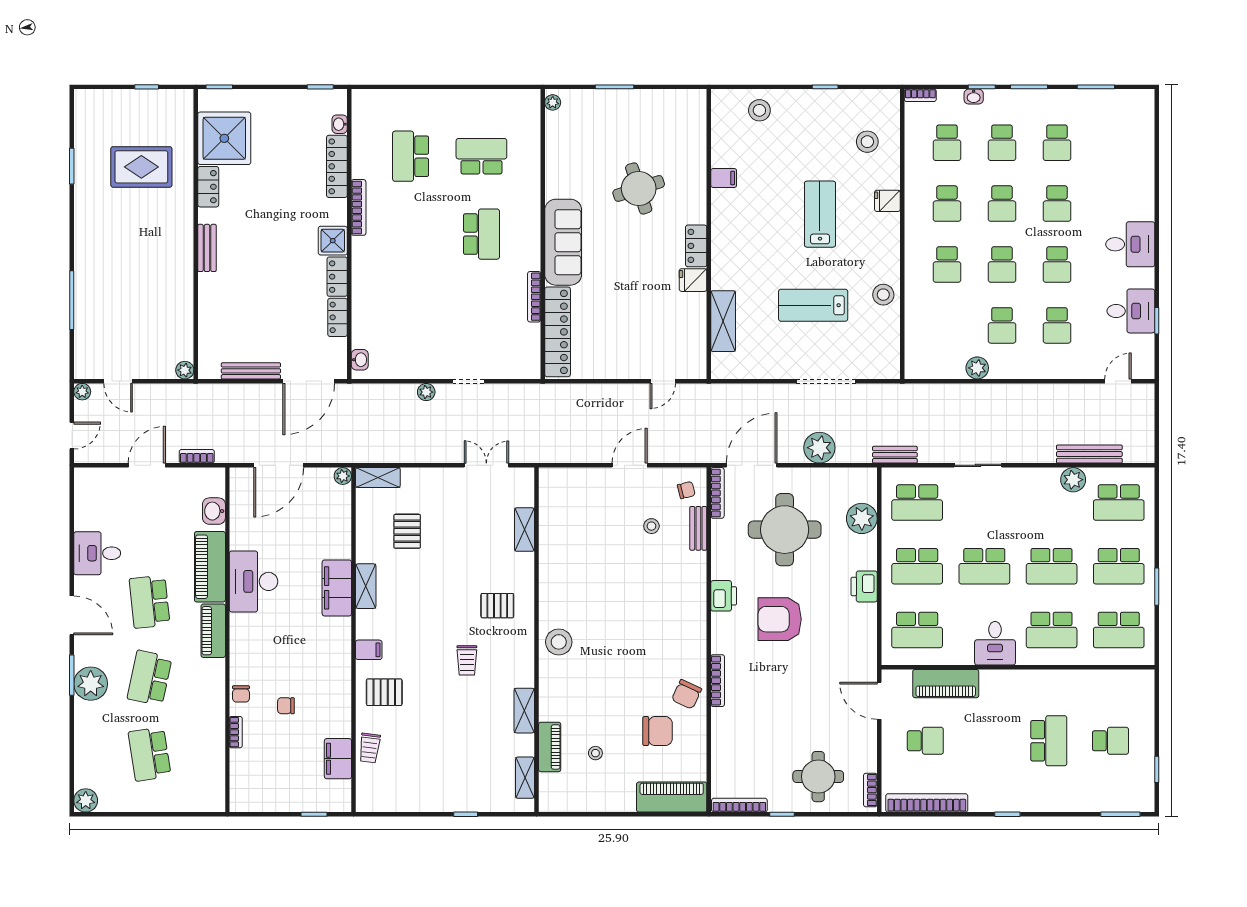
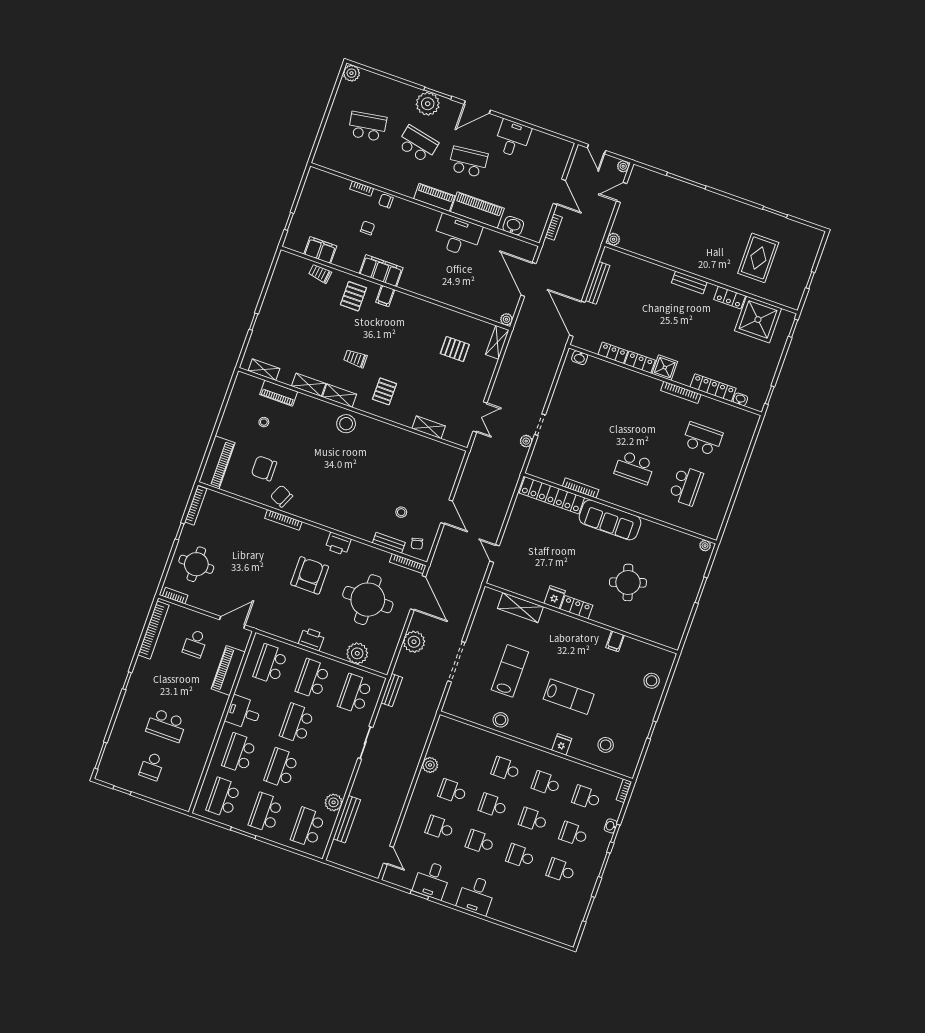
plant: (426, 392) -> (526, 441), moved
shelving: (366, 586) -> (339, 396), moved
filing cabinet: (337, 588) -> (381, 271), moved
chair: (658, 731) -> (264, 468), turned 90

